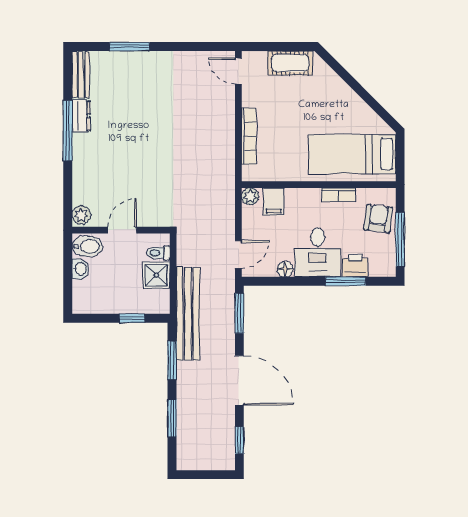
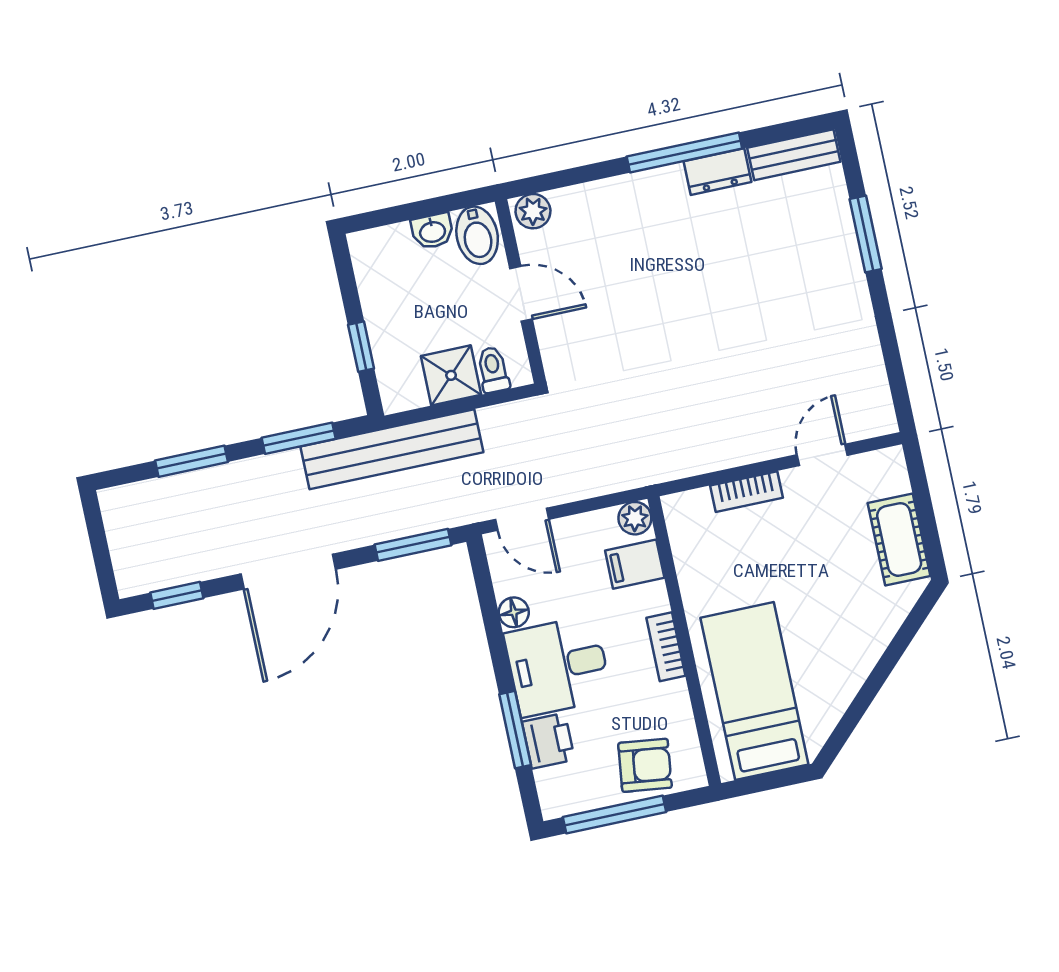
door: (238, 71) -> (822, 455), moved
bookcase: (249, 136) -> (746, 492), width x0.64
bookcase: (339, 195) -> (666, 647), moved

